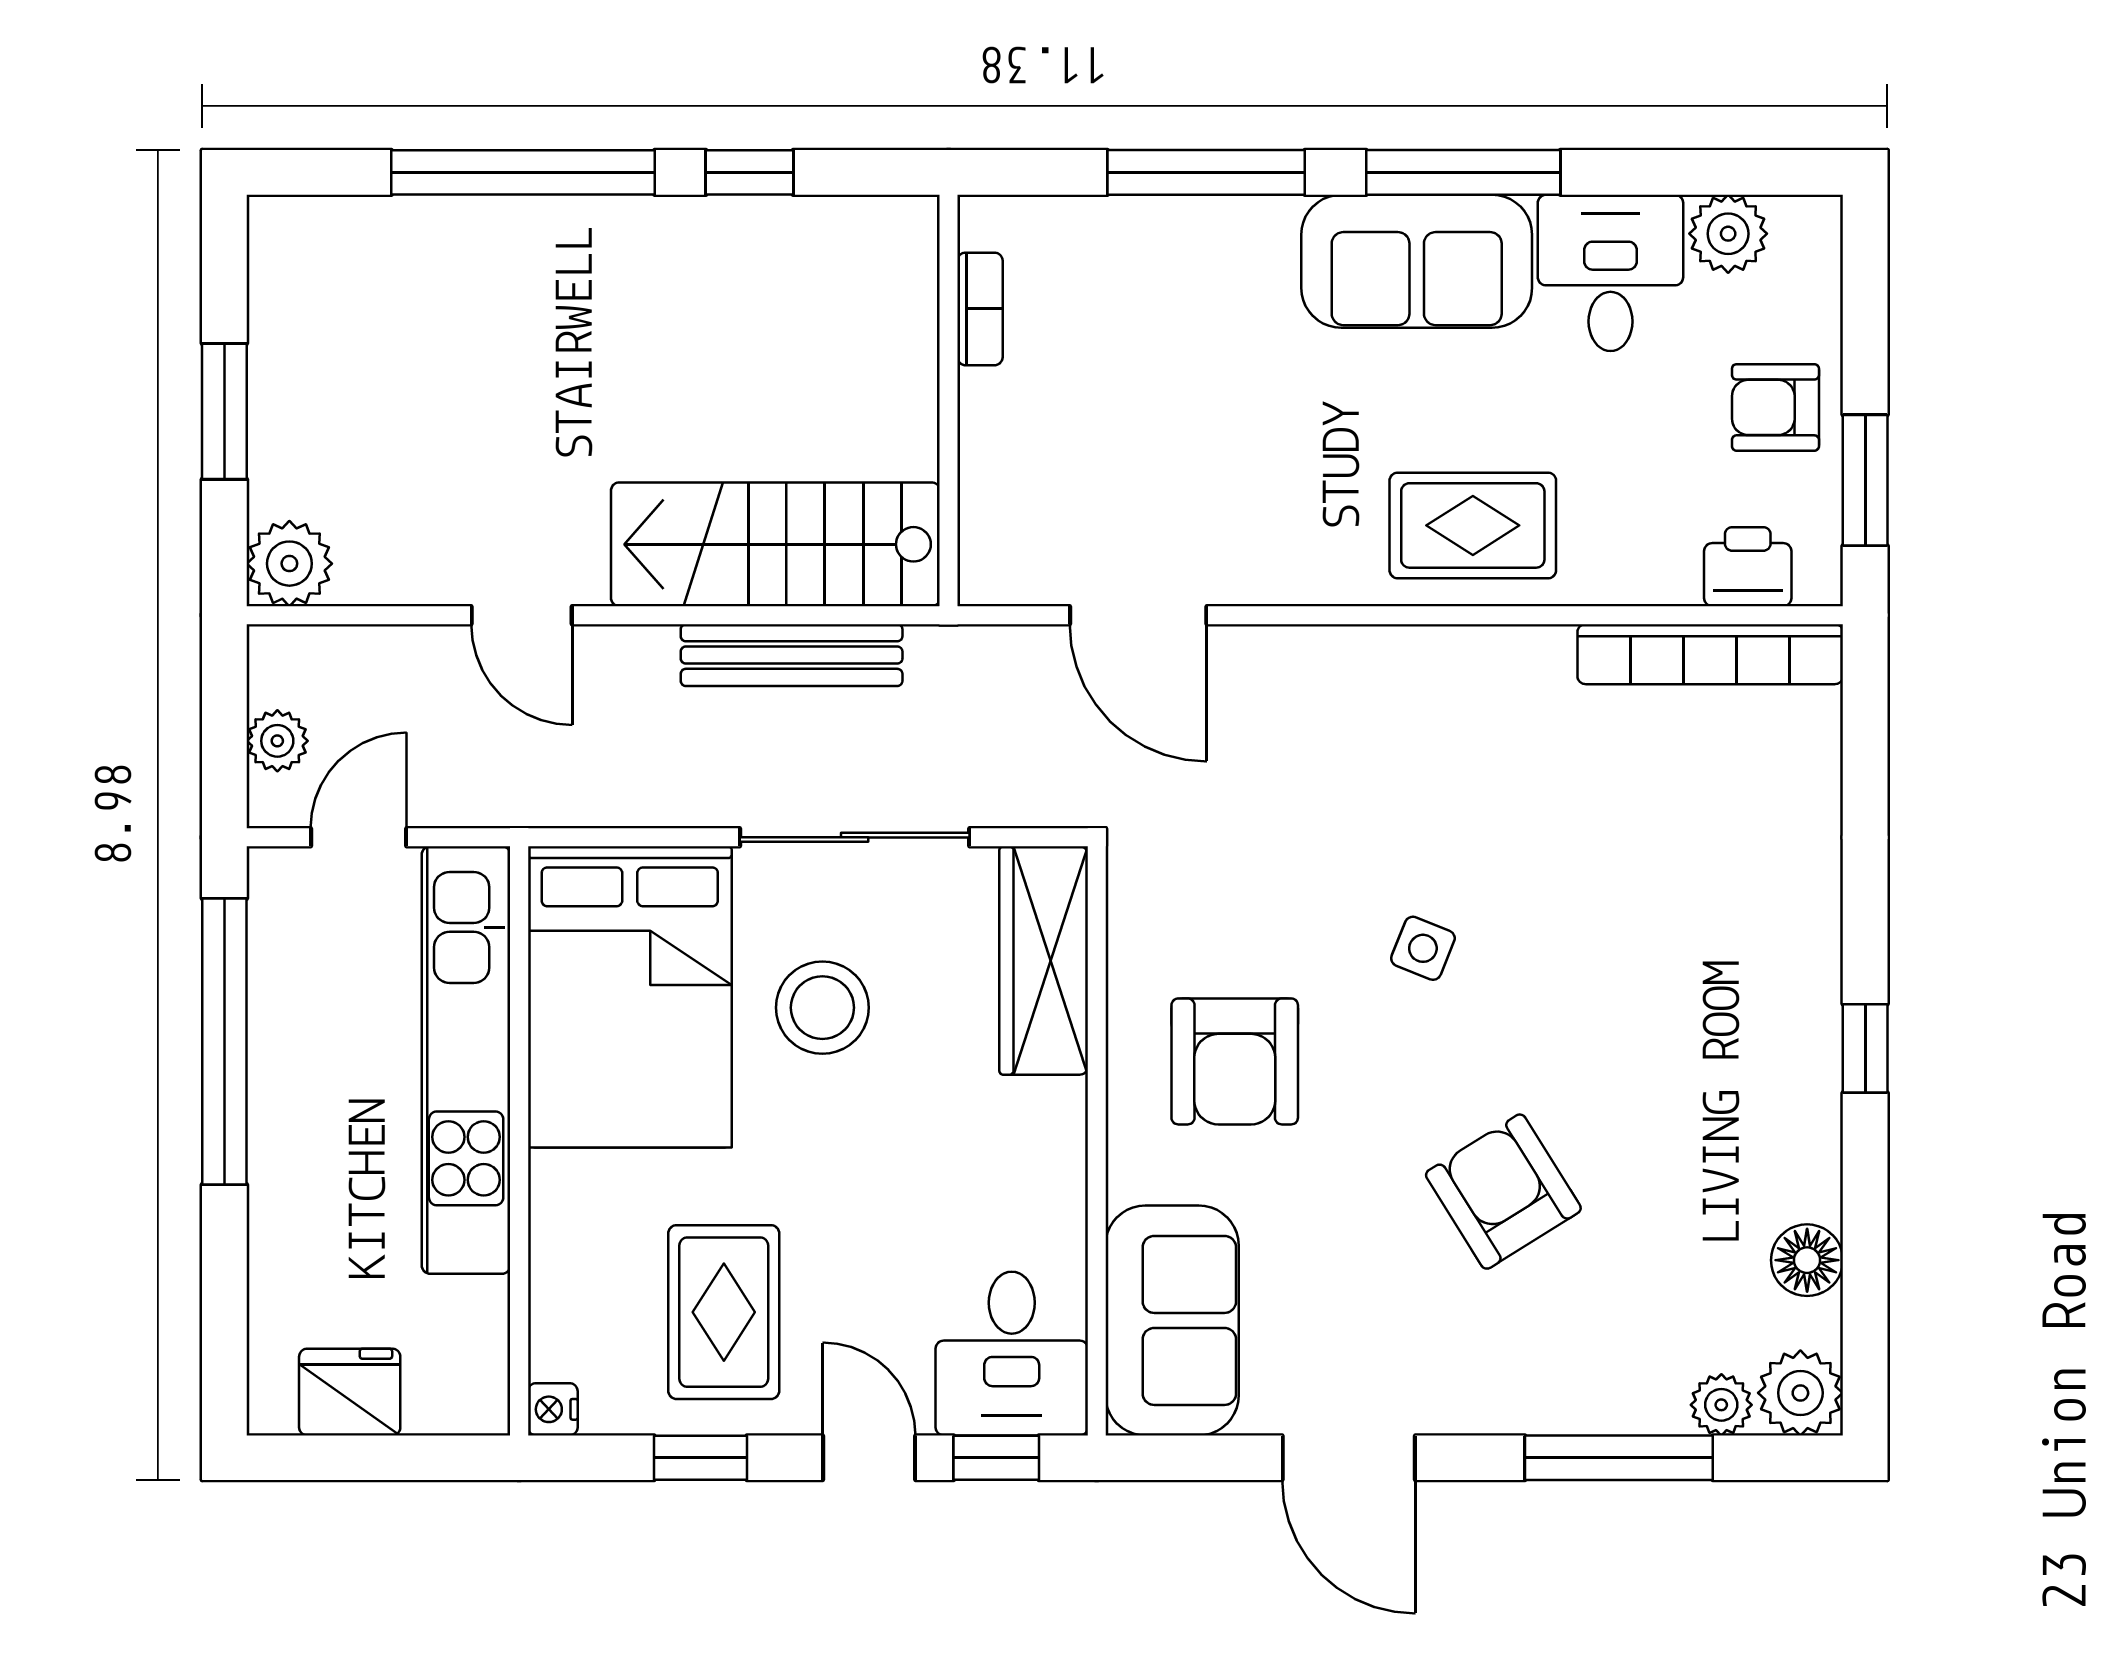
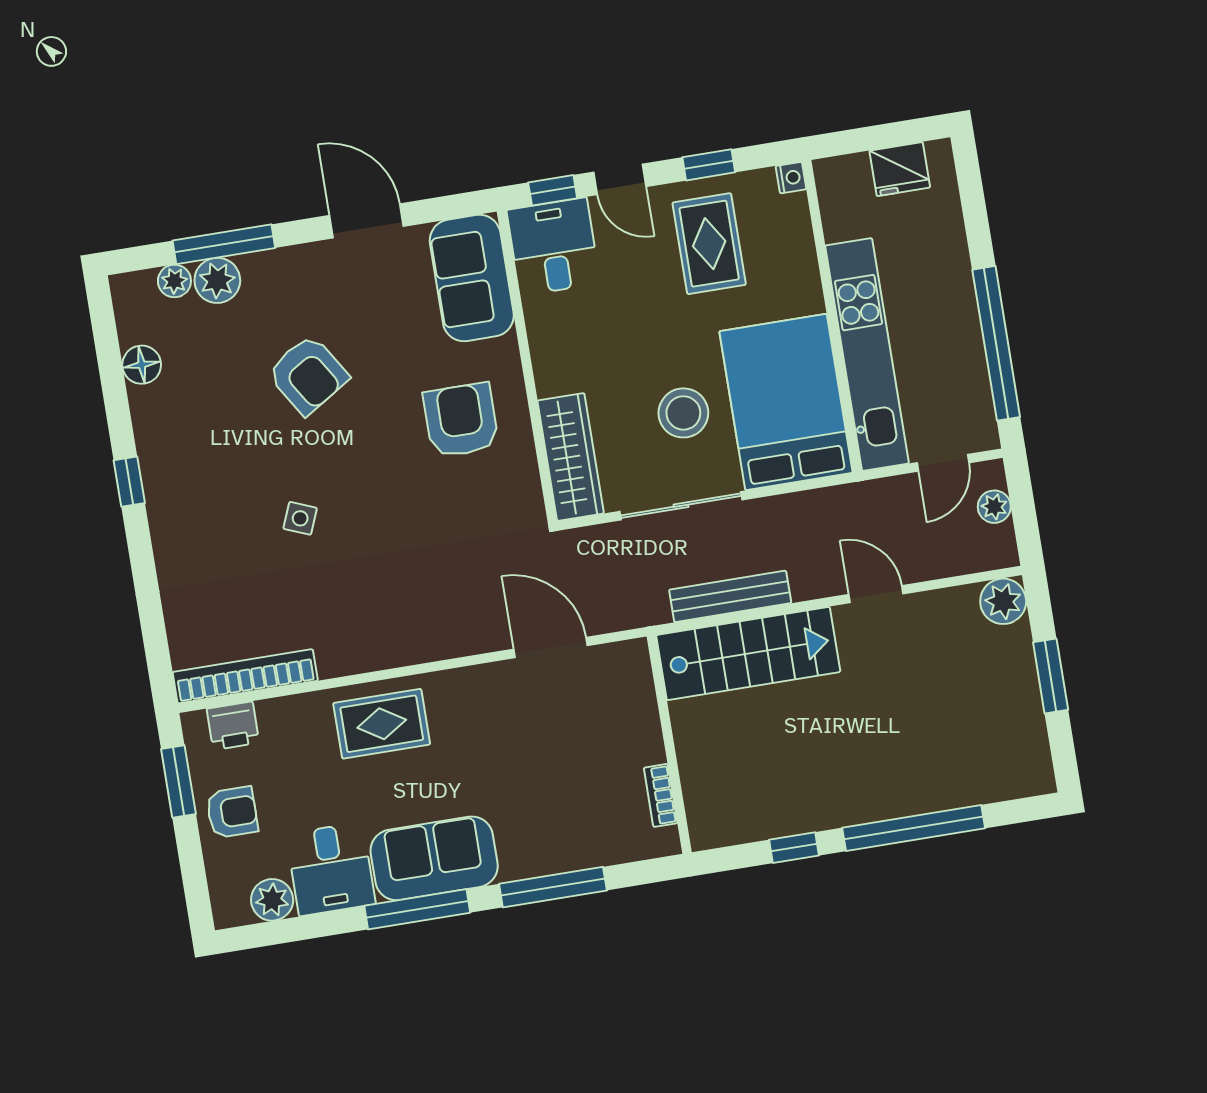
side table: (1423, 948) -> (300, 518), moved
plant: (1800, 1393) -> (217, 280), moved

